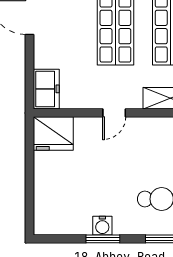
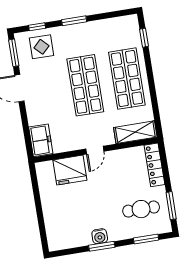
fridge: (53, 134) -> (70, 170), moved

